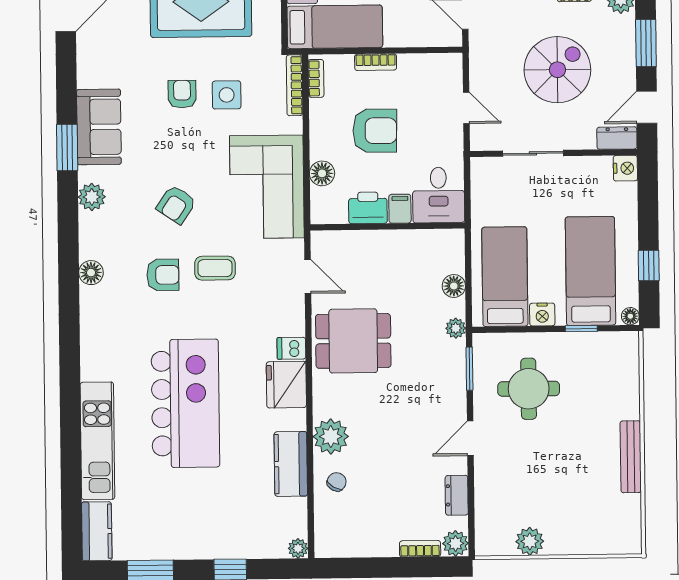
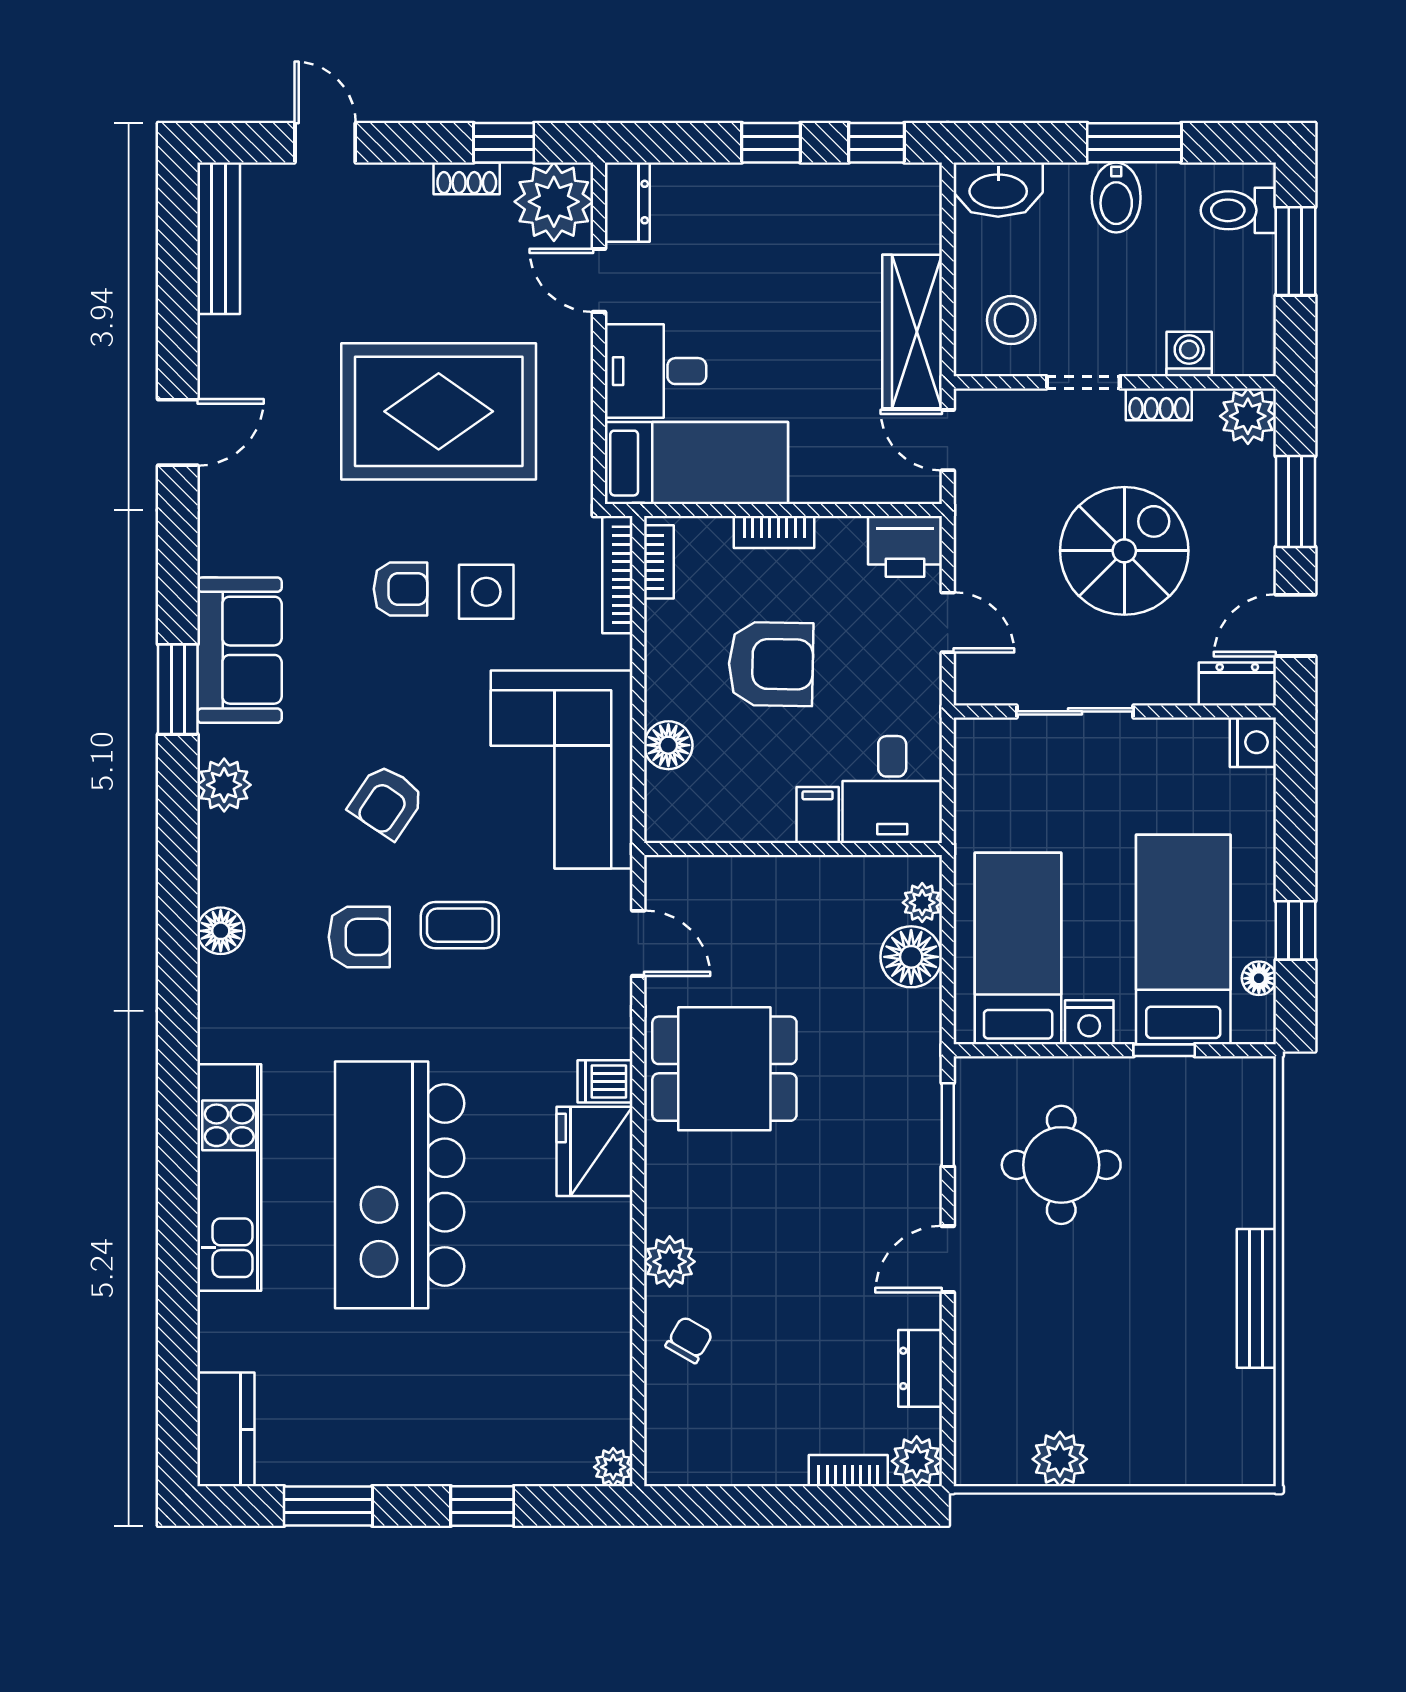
armchair: (182, 94) -> (400, 589), turned 90
printer: (368, 208) -> (905, 546), moved, turned 180
floor lamp: (454, 286) -> (911, 957), width x1.38, depth x1.38
floor lamp: (630, 316) -> (1259, 978), moved
plant: (456, 328) -> (922, 903), moved
kitchen island: (185, 403) -> (400, 1185), turned 180
plant: (331, 436) -> (670, 1262), width x0.73, depth x0.73
kitchen unit: (97, 441) -> (229, 1177), moved
kitchen counter: (291, 464) -> (601, 1304), removed

